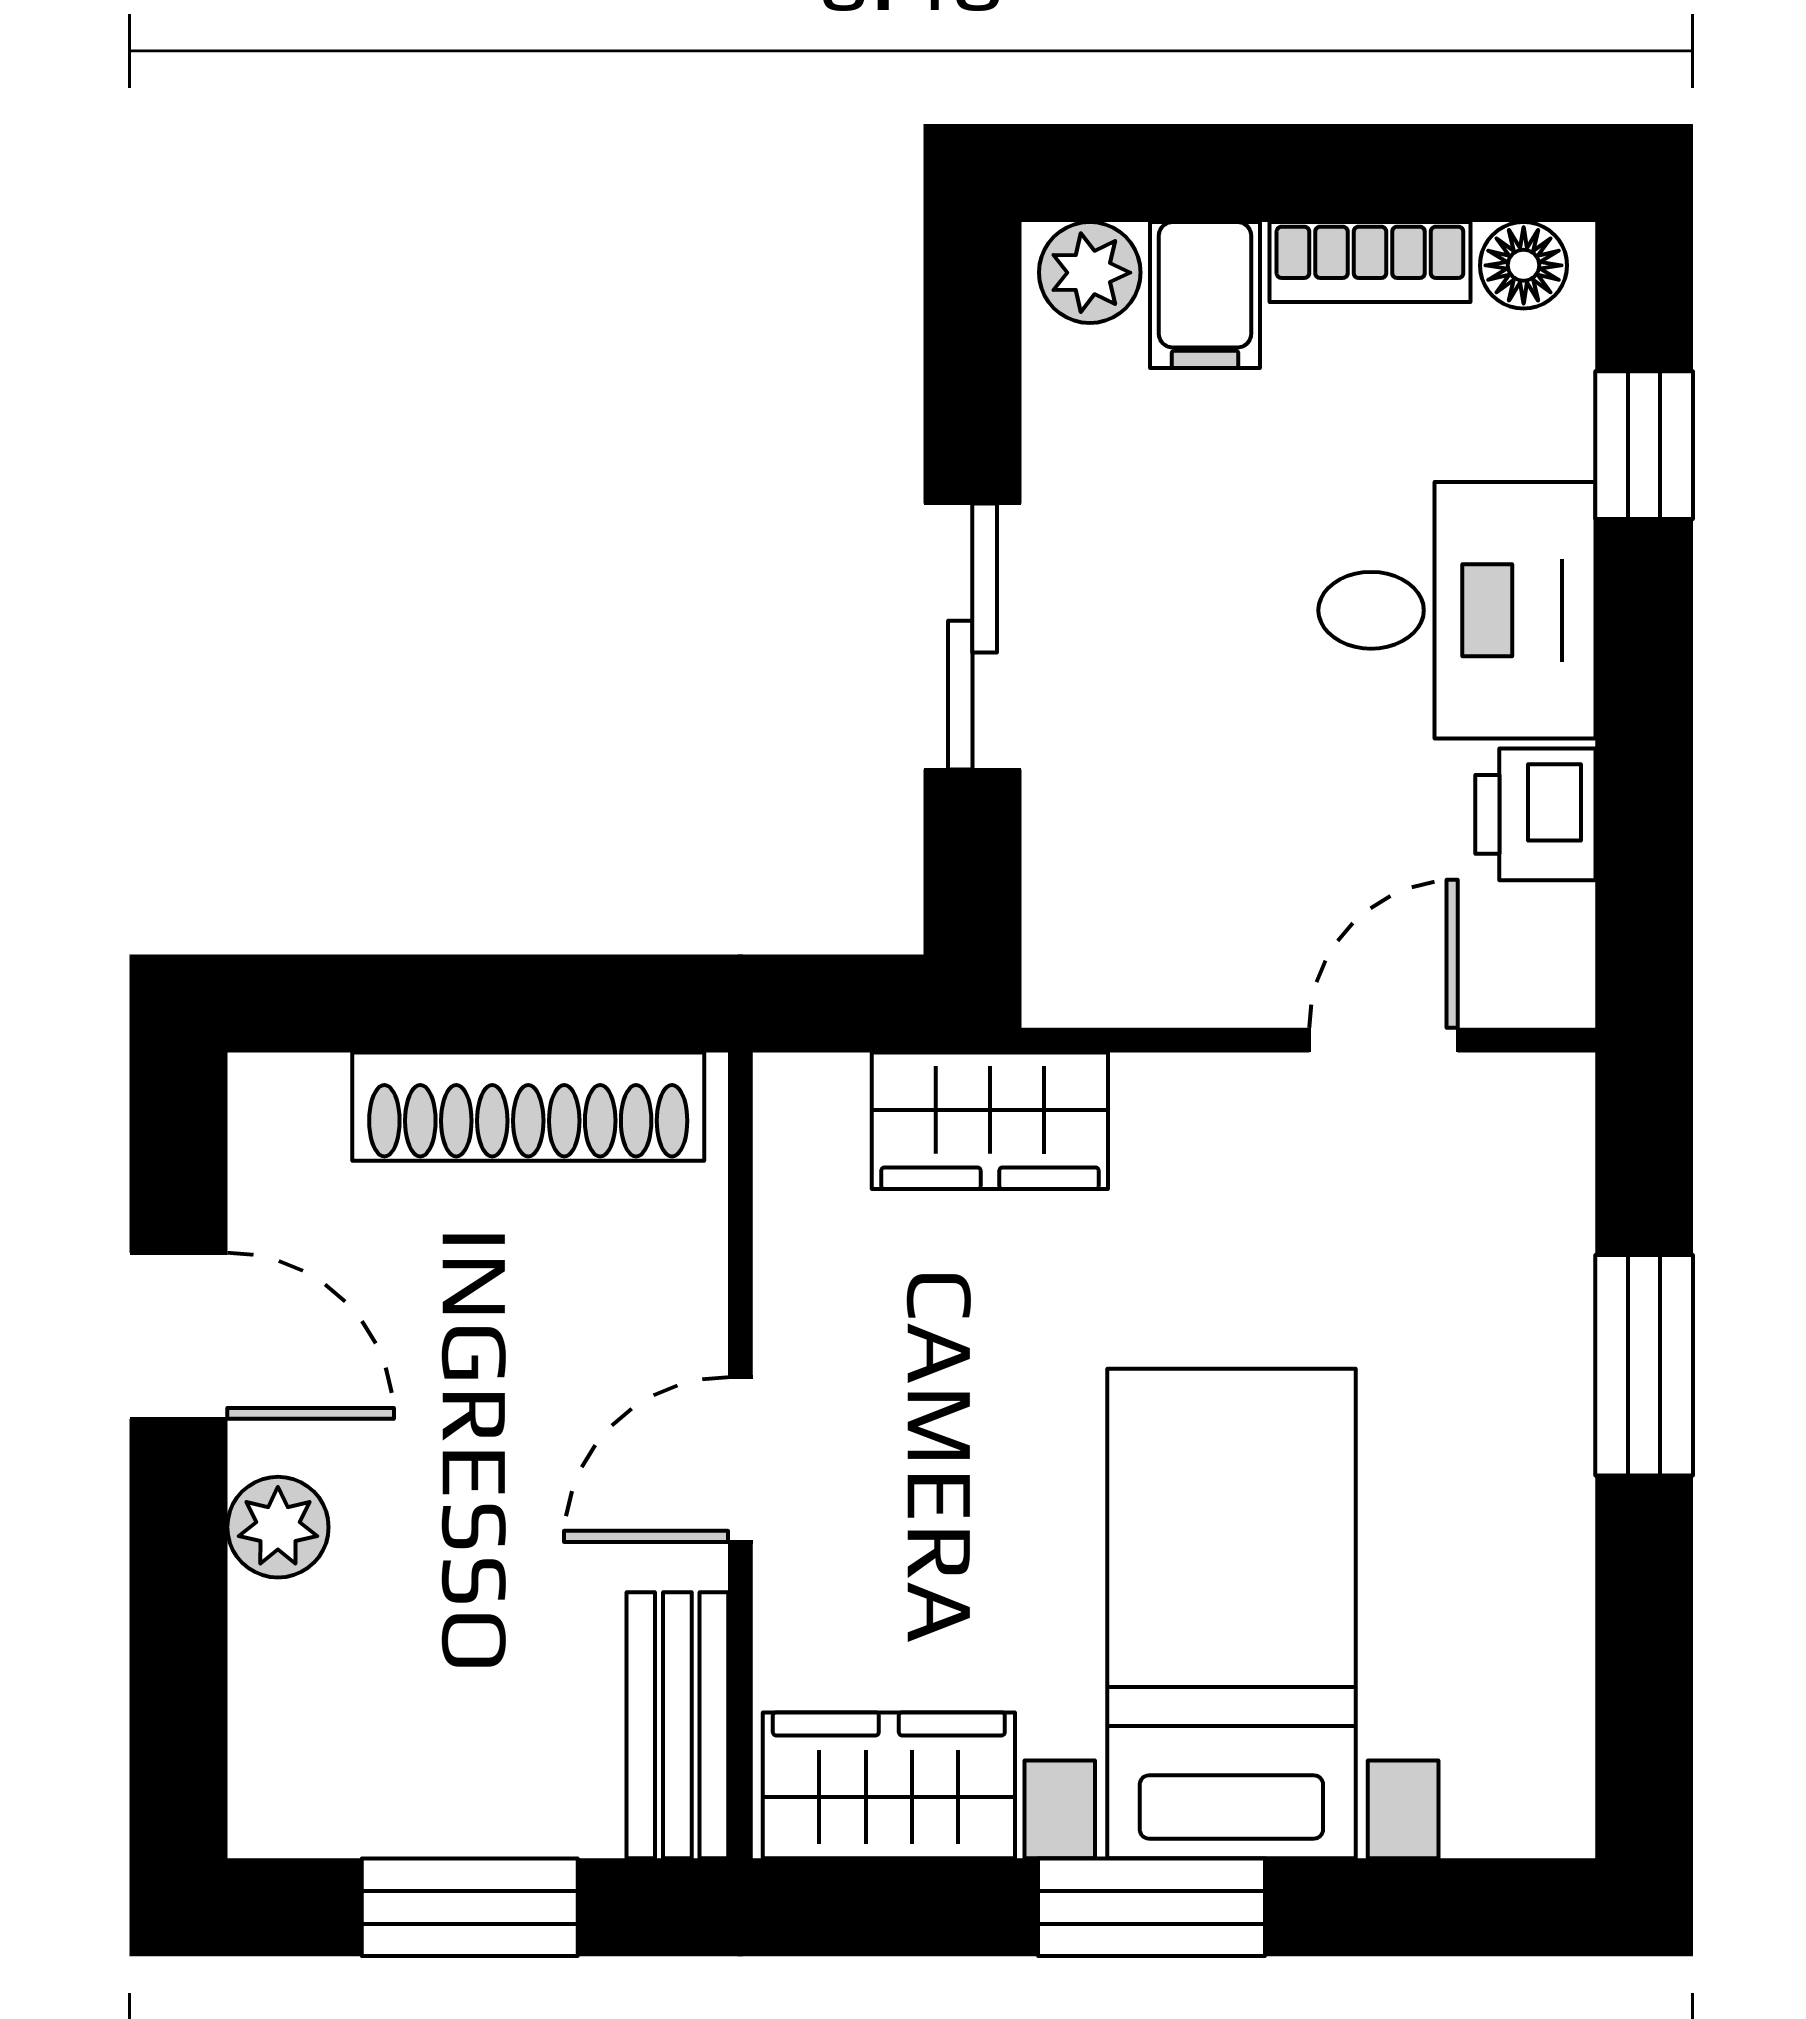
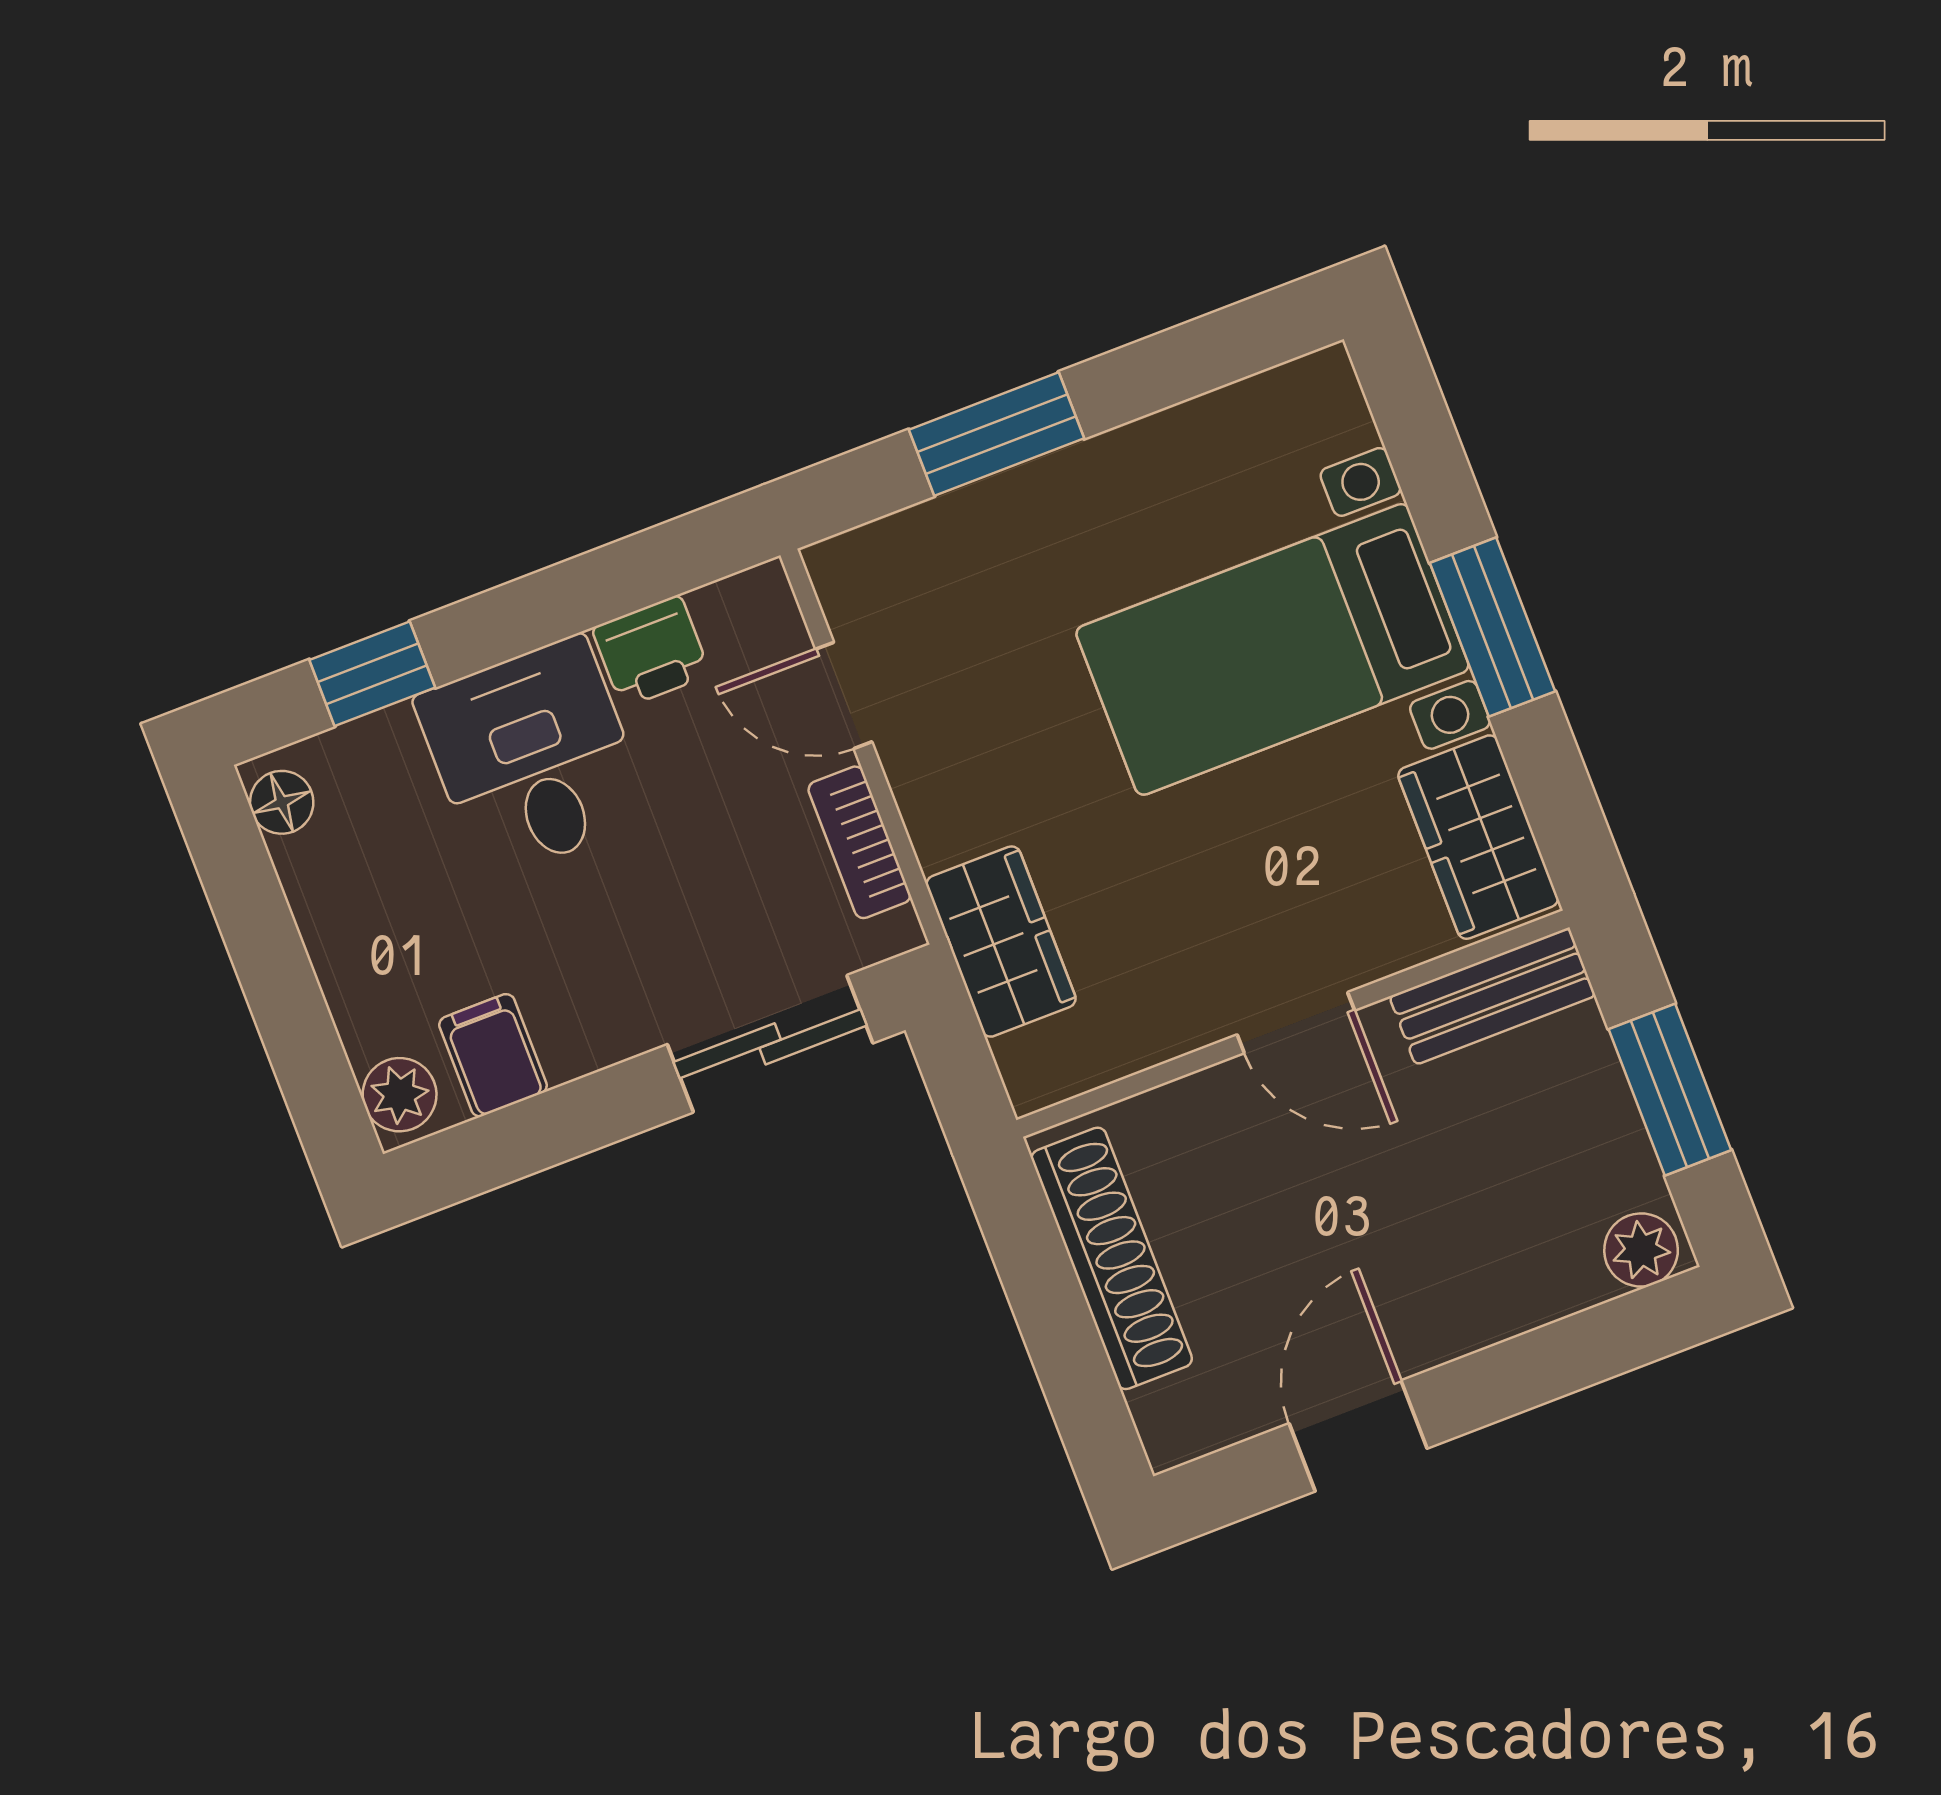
bookcase: (1370, 262) -> (859, 842), moved, turned 180
filing cabinet: (1205, 295) -> (493, 1055), moved, turned -90
sliding door: (972, 637) -> (770, 1044), moved
plant: (278, 1527) -> (1641, 1250), moved

